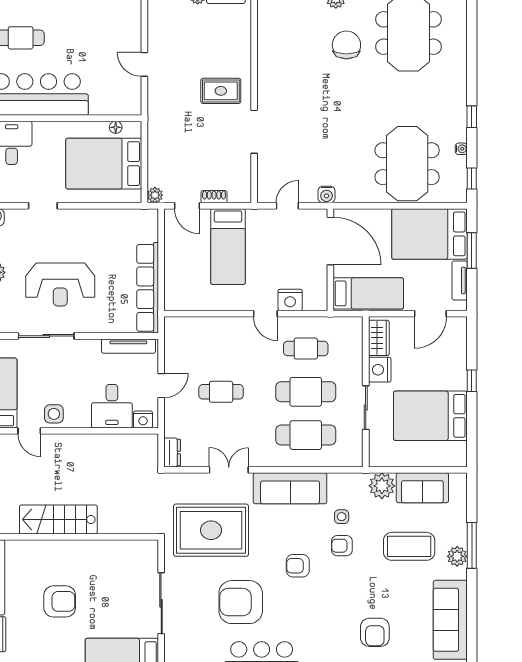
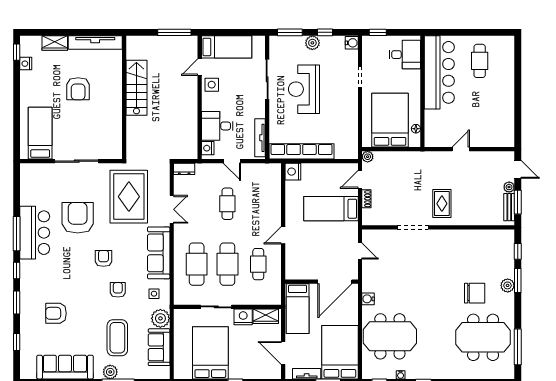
water cooler: (327, 194) -> (368, 299), moved
nightstand: (290, 300) -> (293, 172), moved
side table: (342, 517) -> (154, 294), moved

